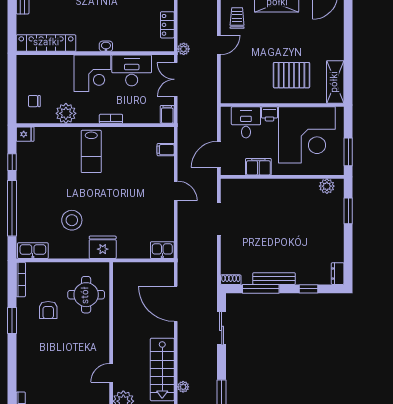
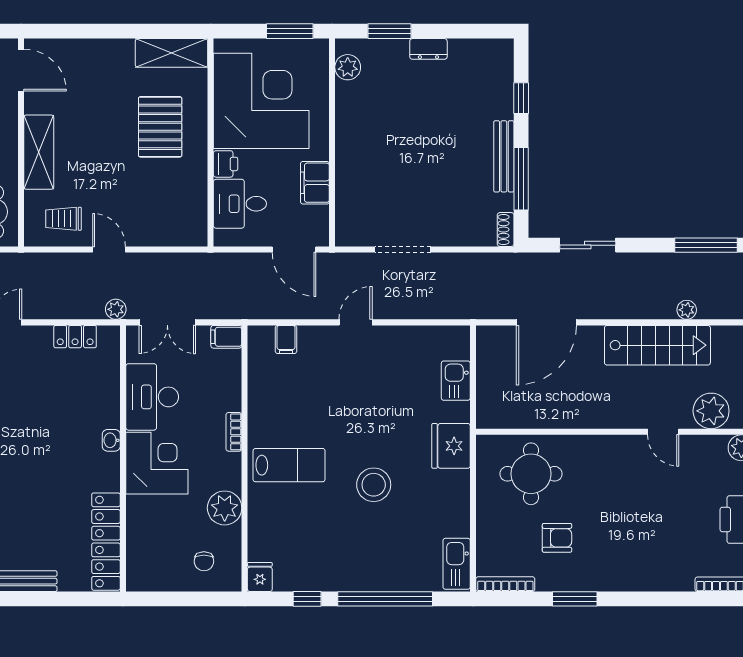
stool: (72, 220) -> (374, 485), moved
kitchen sink: (162, 250) -> (456, 381), moved
dresser: (338, 274) -> (428, 49), moved

